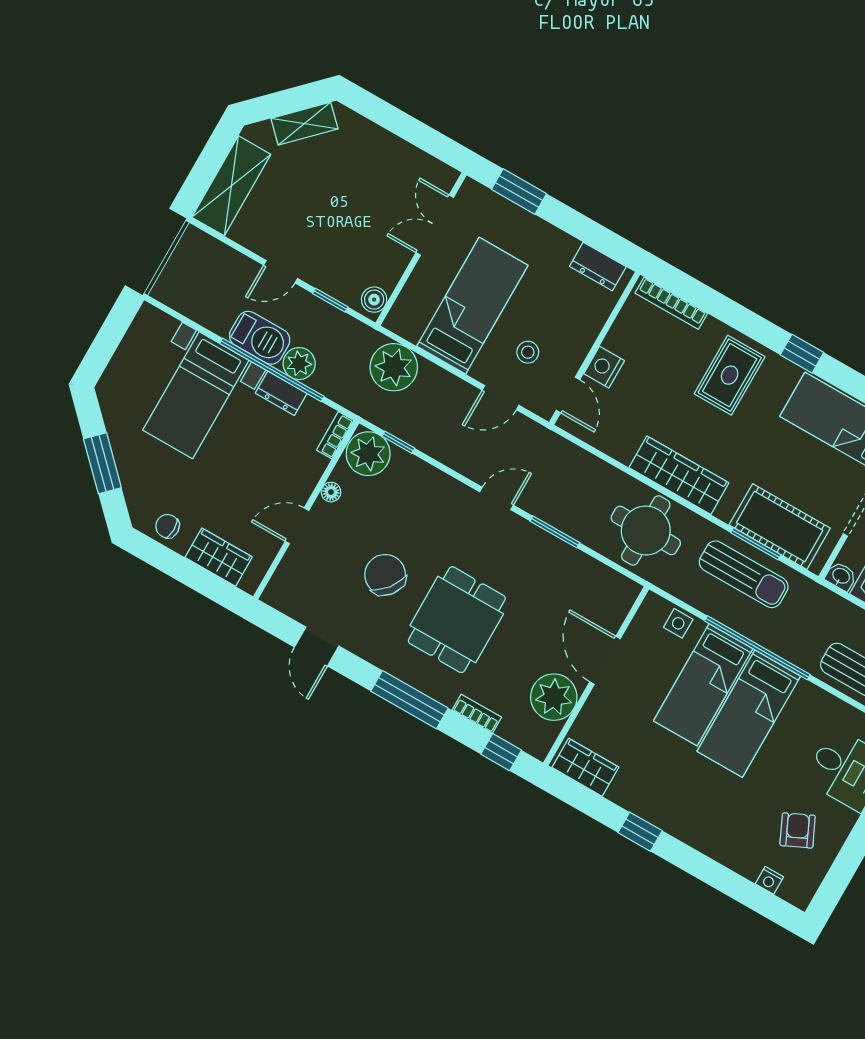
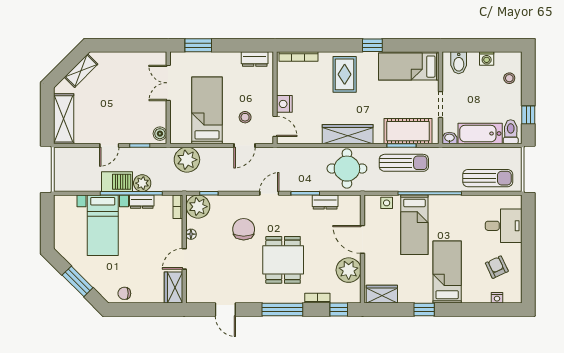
wardrobe: (219, 557) -> (174, 288), moved, turned -90
dresser: (579, 565) -> (325, 202), added
chair: (385, 575) -> (244, 229), moved, turned 52
bed: (749, 714) -> (447, 272), moved, turned 180

